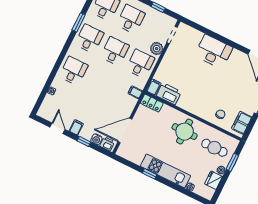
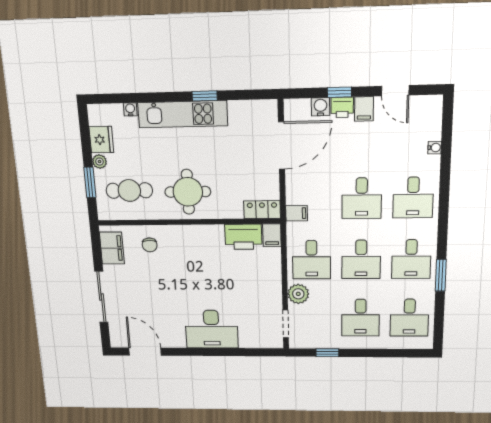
desk: (99, 83) -> (362, 198), added
printer: (107, 144) -> (342, 107), moved

